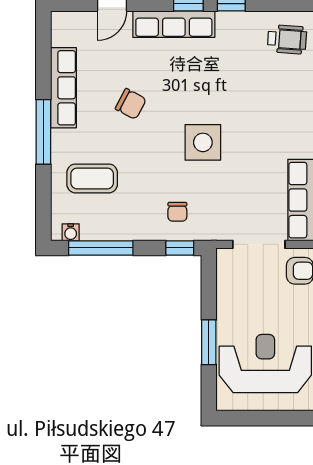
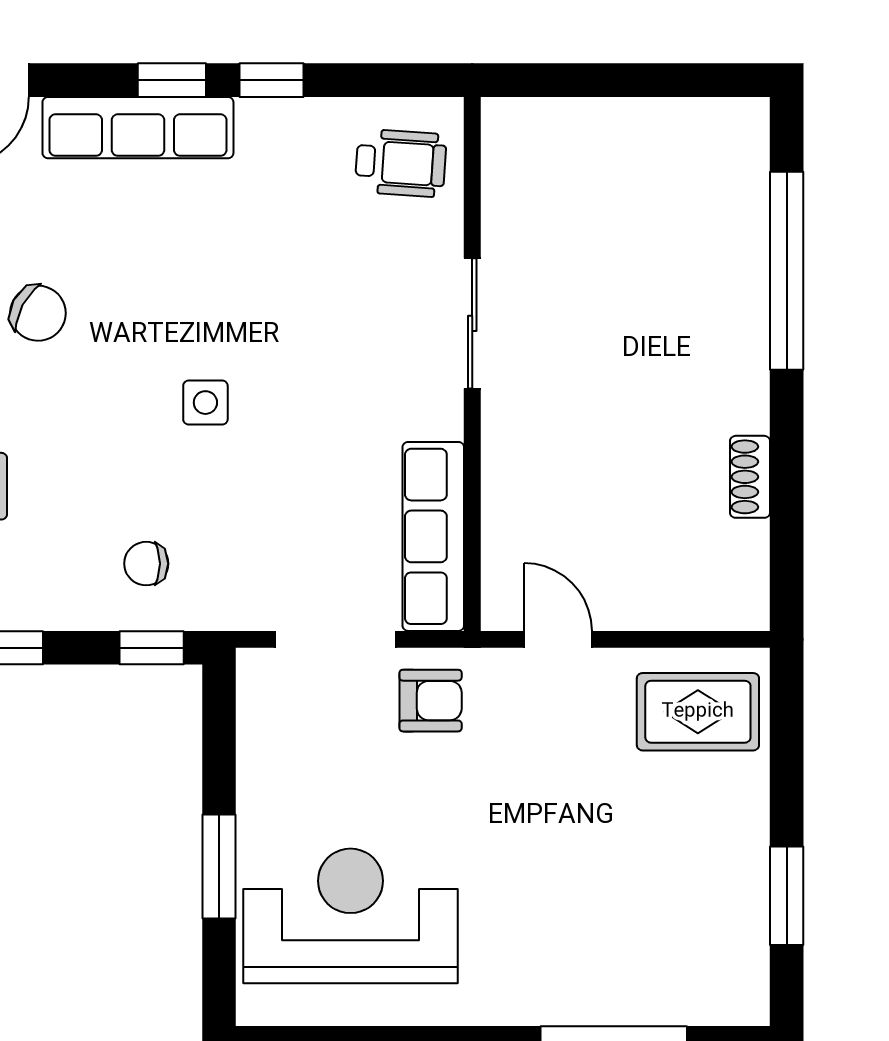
side table: (203, 142) -> (205, 403), width x0.54, depth x0.54
chair: (177, 212) -> (146, 564), turned 90

